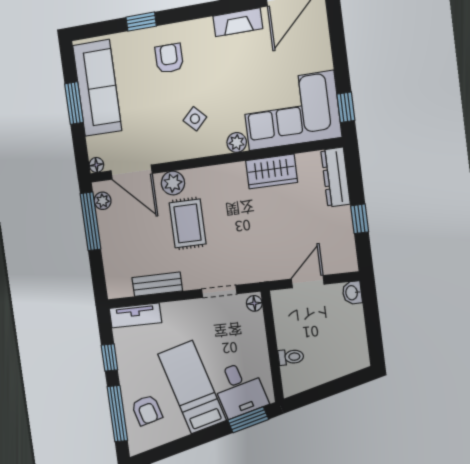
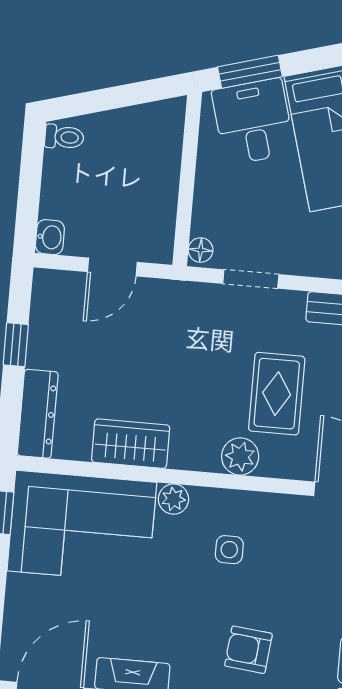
armchair: (169, 58) -> (248, 650), turned 96
side table: (195, 119) -> (229, 550), turned 45
plant: (173, 183) -> (240, 456), moved
toilet: (291, 357) -> (64, 137), moved, turned 180

